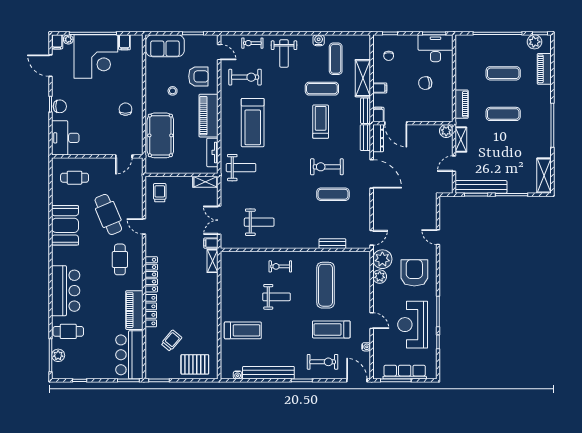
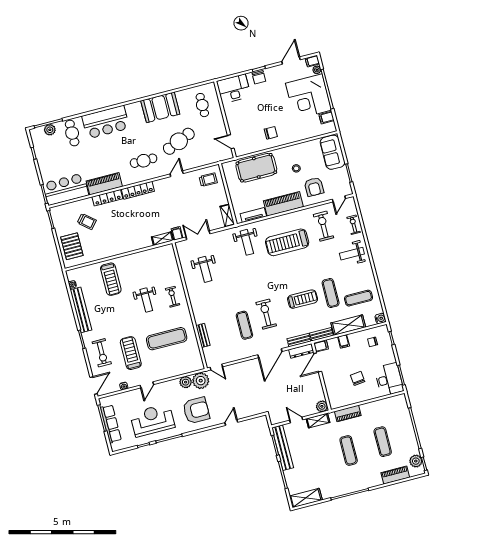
water cooler: (319, 40) -> (380, 318), moved
exercise bike: (245, 77) -> (323, 226), turned 180

